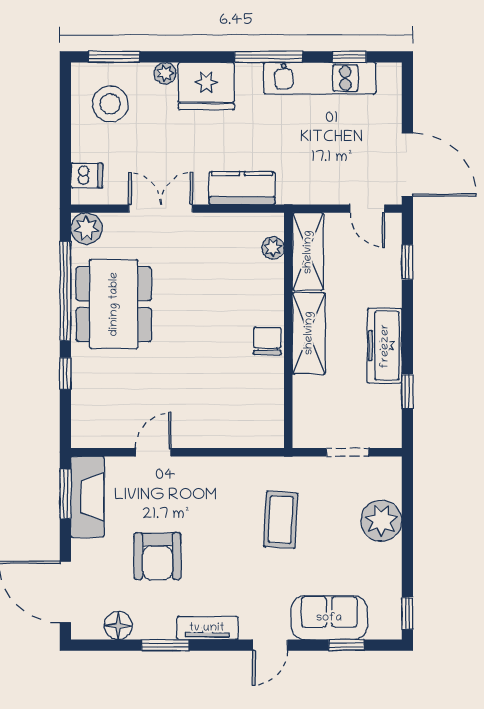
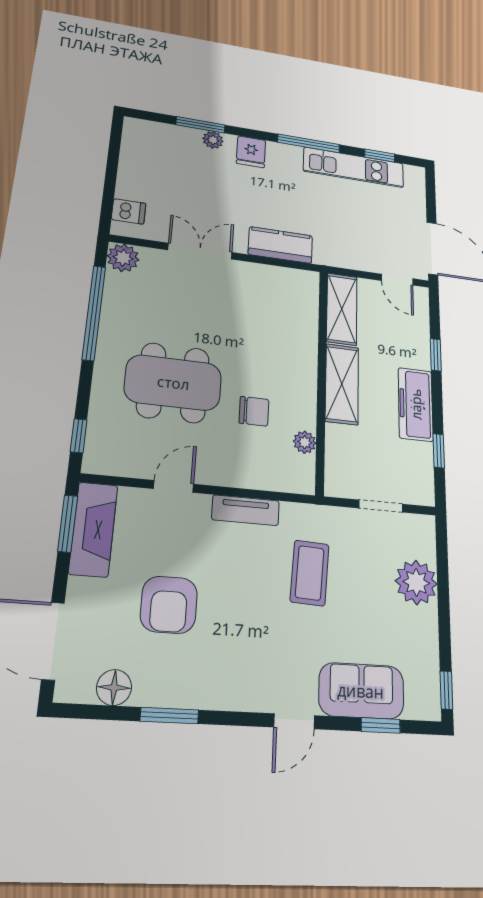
window: (114, 57) -> (200, 125), moved
fridge: (206, 86) -> (251, 152), width x0.53, depth x0.75
stool: (110, 104) -> (158, 156), removed
plant: (273, 248) -> (305, 442), moved
window: (407, 262) -> (436, 355), moved
dining table: (114, 304) -> (173, 383), moved, turned 90
chair: (267, 341) -> (254, 411), moved, turned 90
window: (65, 374) -> (79, 436), moved
tv unit: (207, 628) -> (246, 510), moved, turned 180

